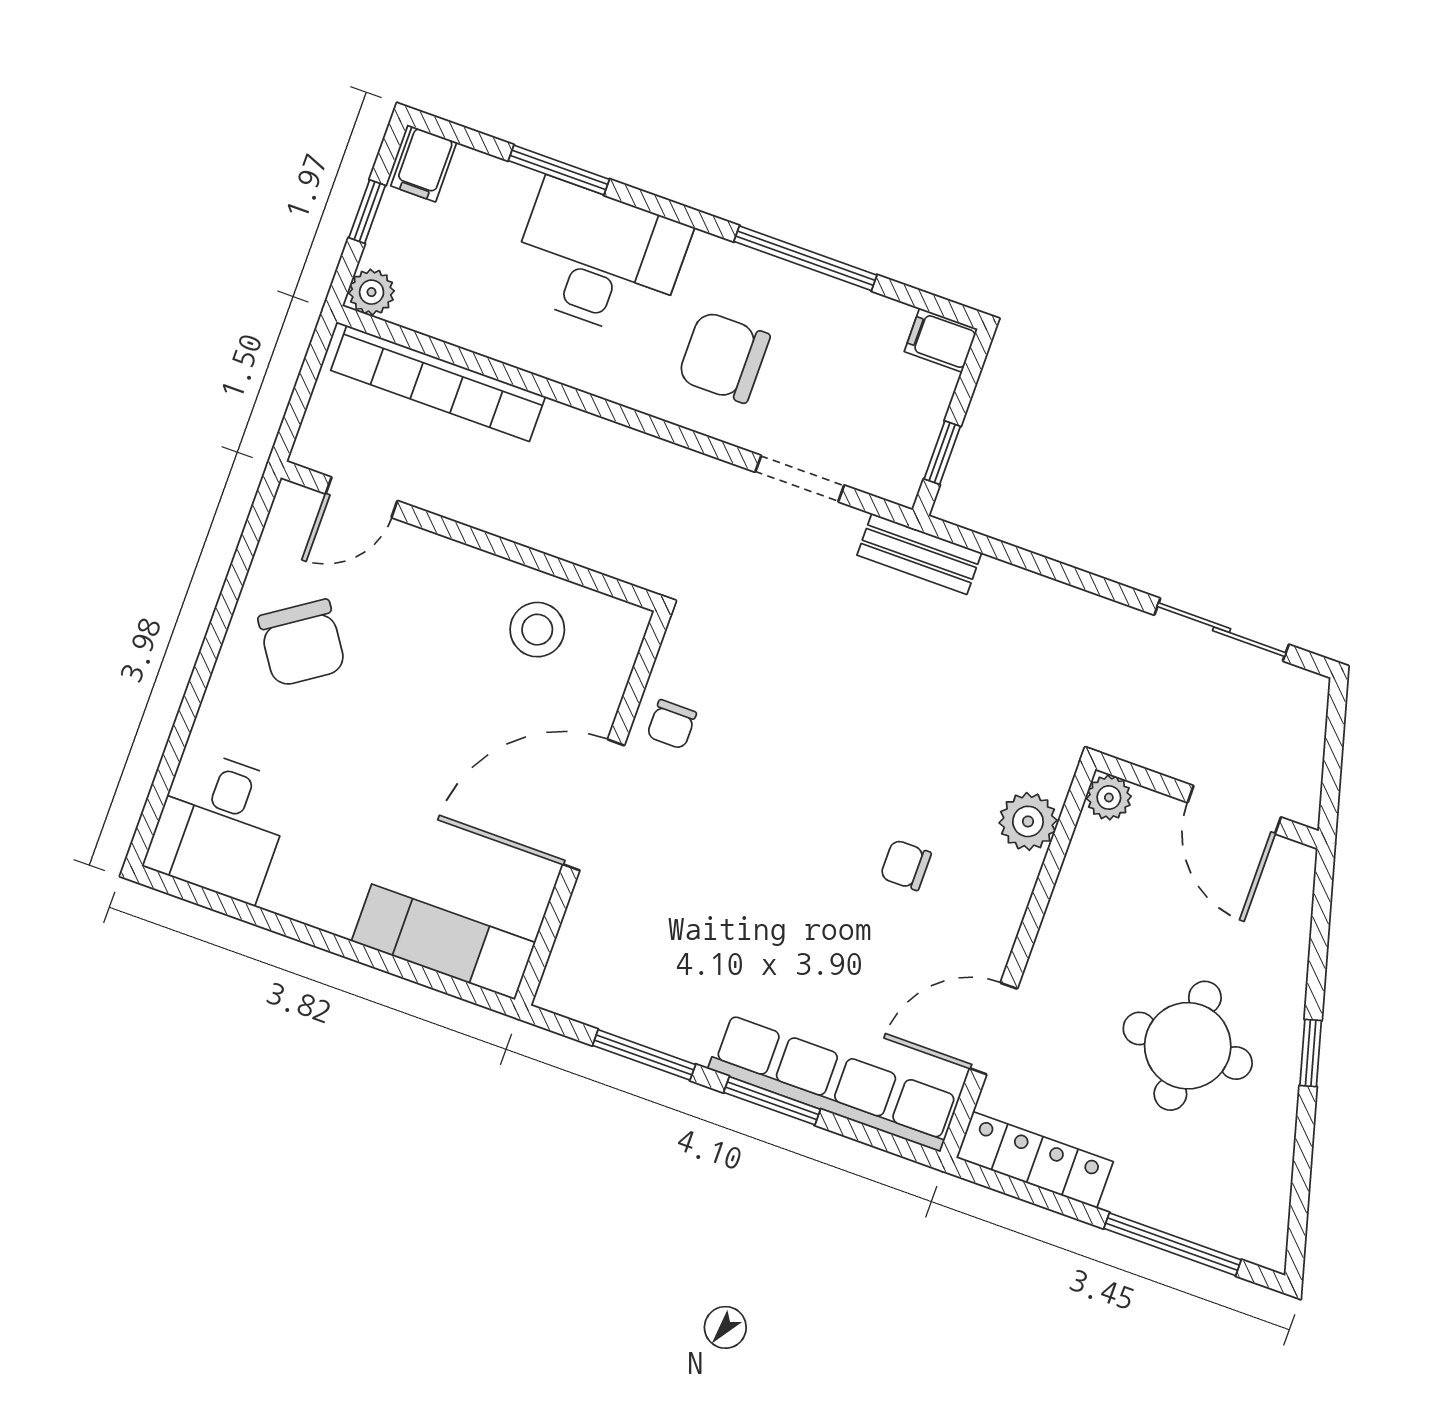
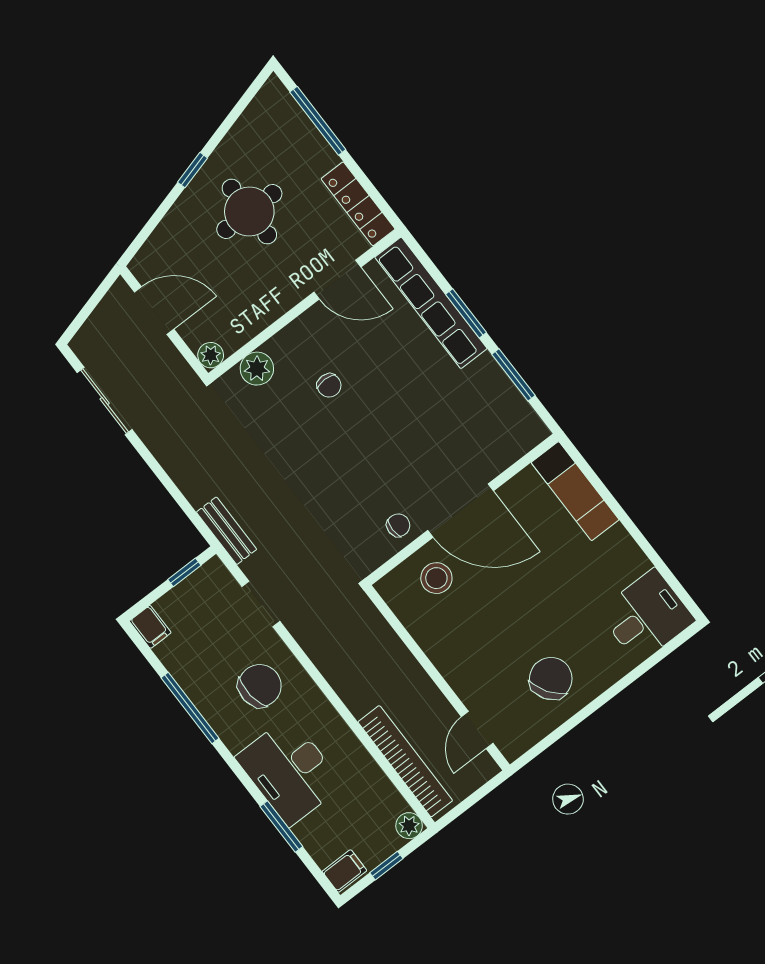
chair: (724, 357) -> (260, 686), turned -96
door: (362, 497) -> (477, 730), swing flipped
stool: (537, 630) -> (436, 578), moved
door: (1234, 810) -> (154, 311), hinge flipped

